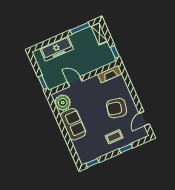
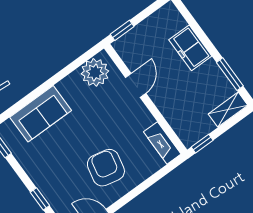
freezer: (57, 49) -> (190, 48), width x0.71
sofa: (73, 124) -> (41, 114), moved
coffee table: (114, 137) -> (55, 174), removed

